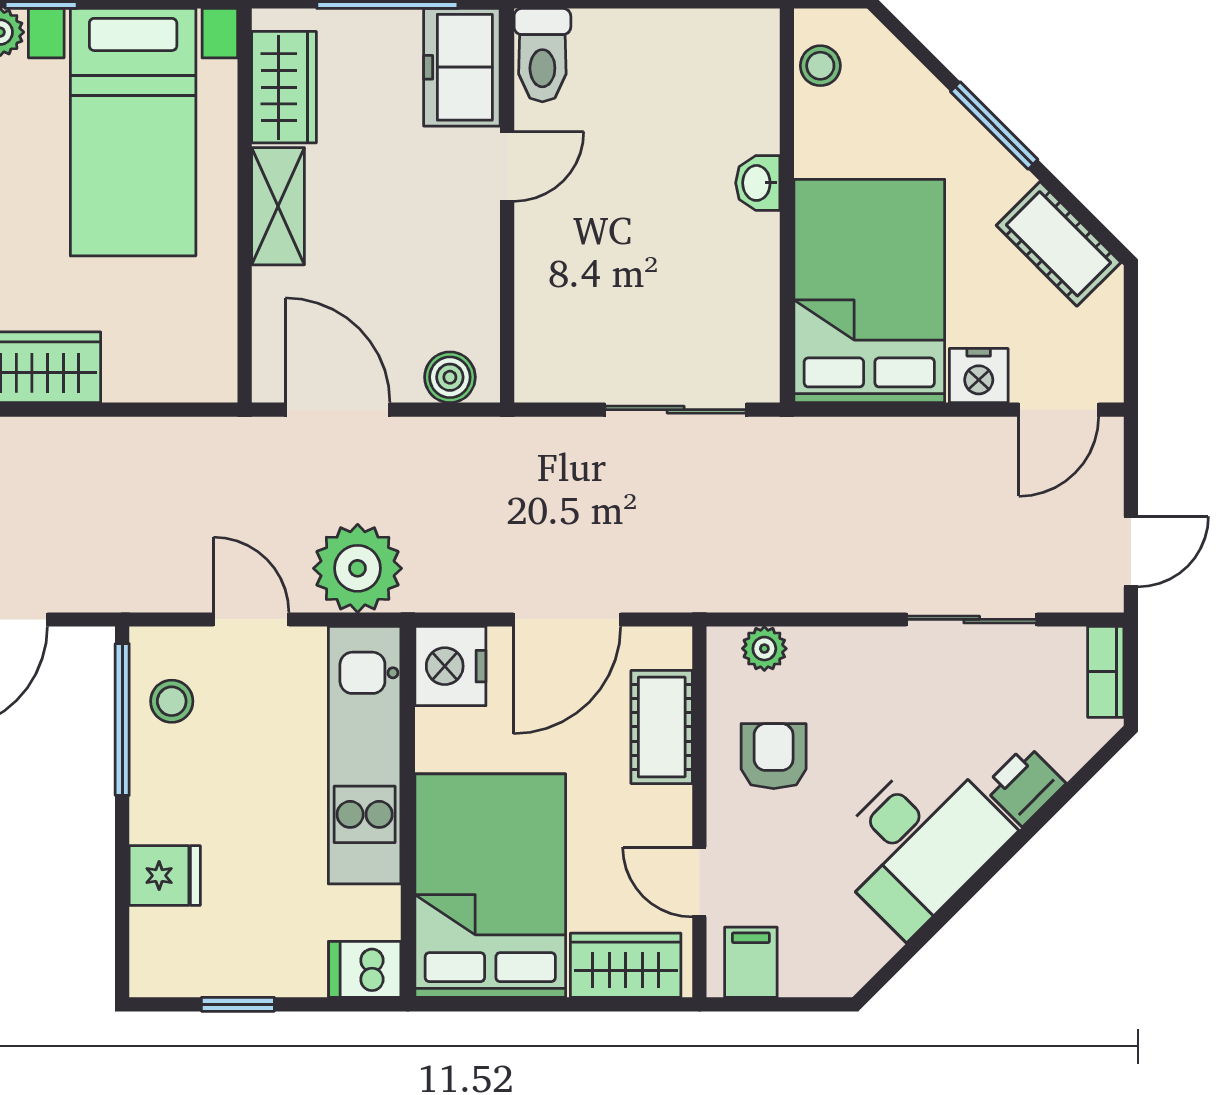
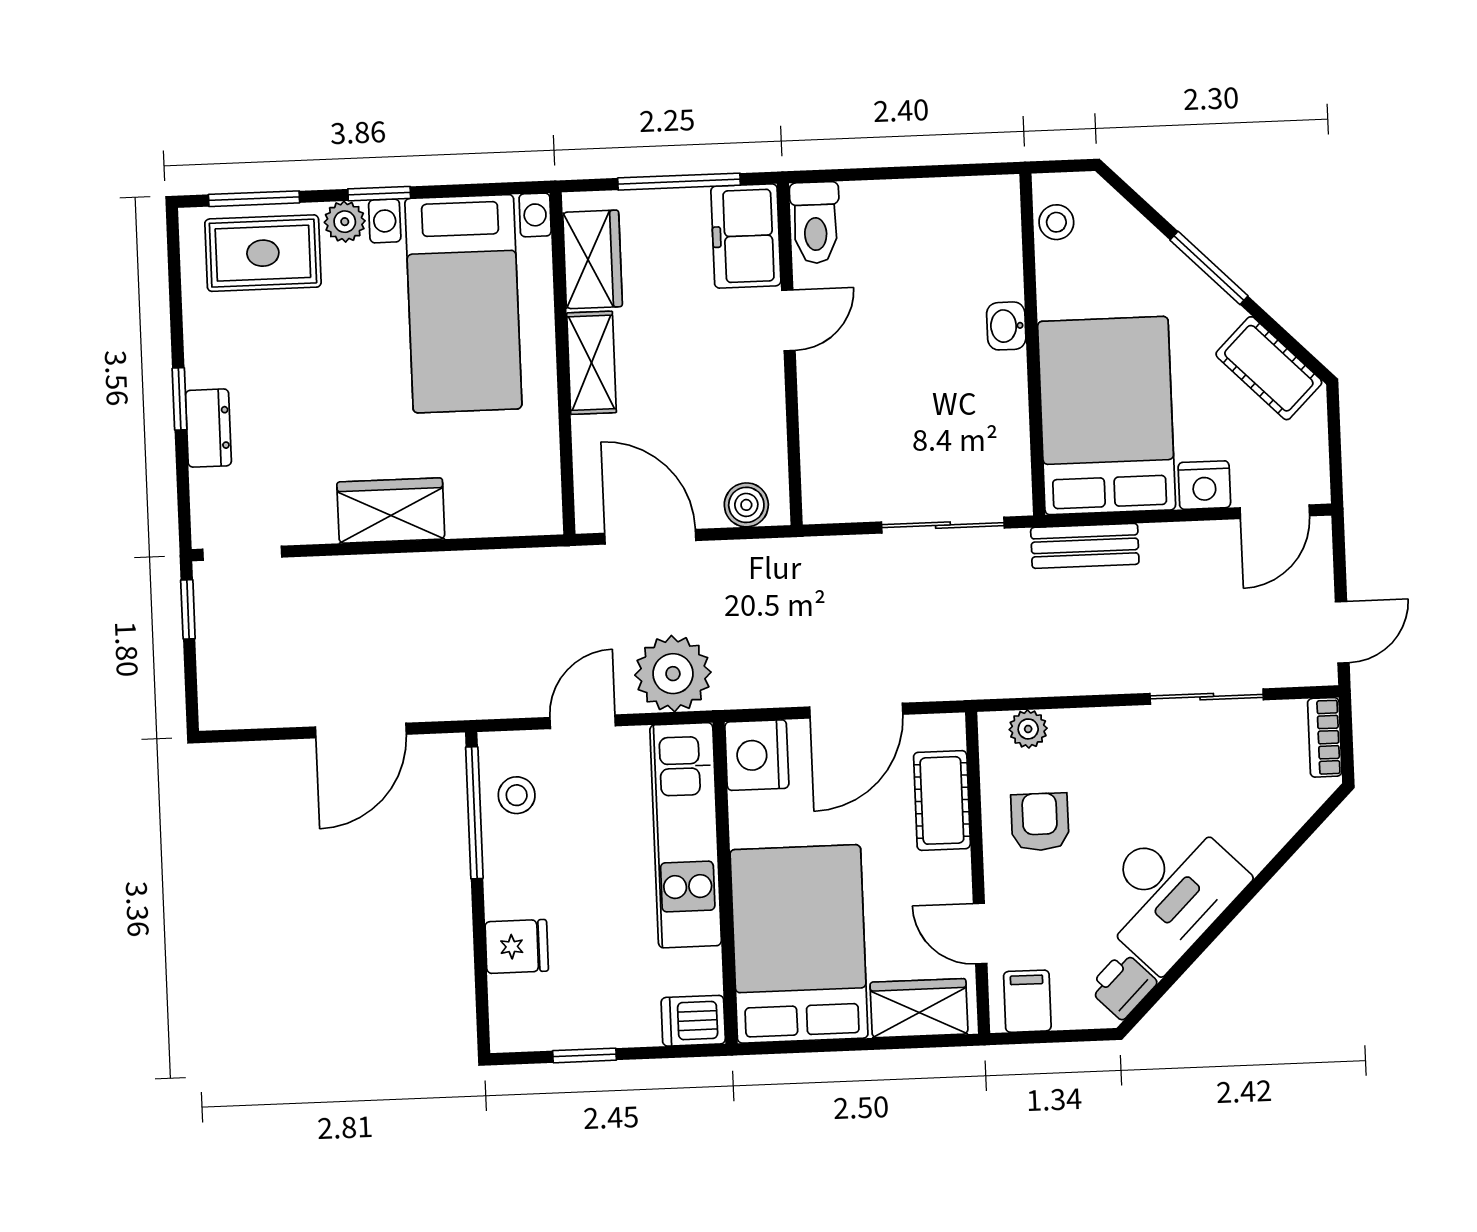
bench: (838, 440) -> (1085, 546), added
door: (251, 619) -> (583, 722), hinge flipped
printer: (1024, 785) -> (1123, 985), moved

